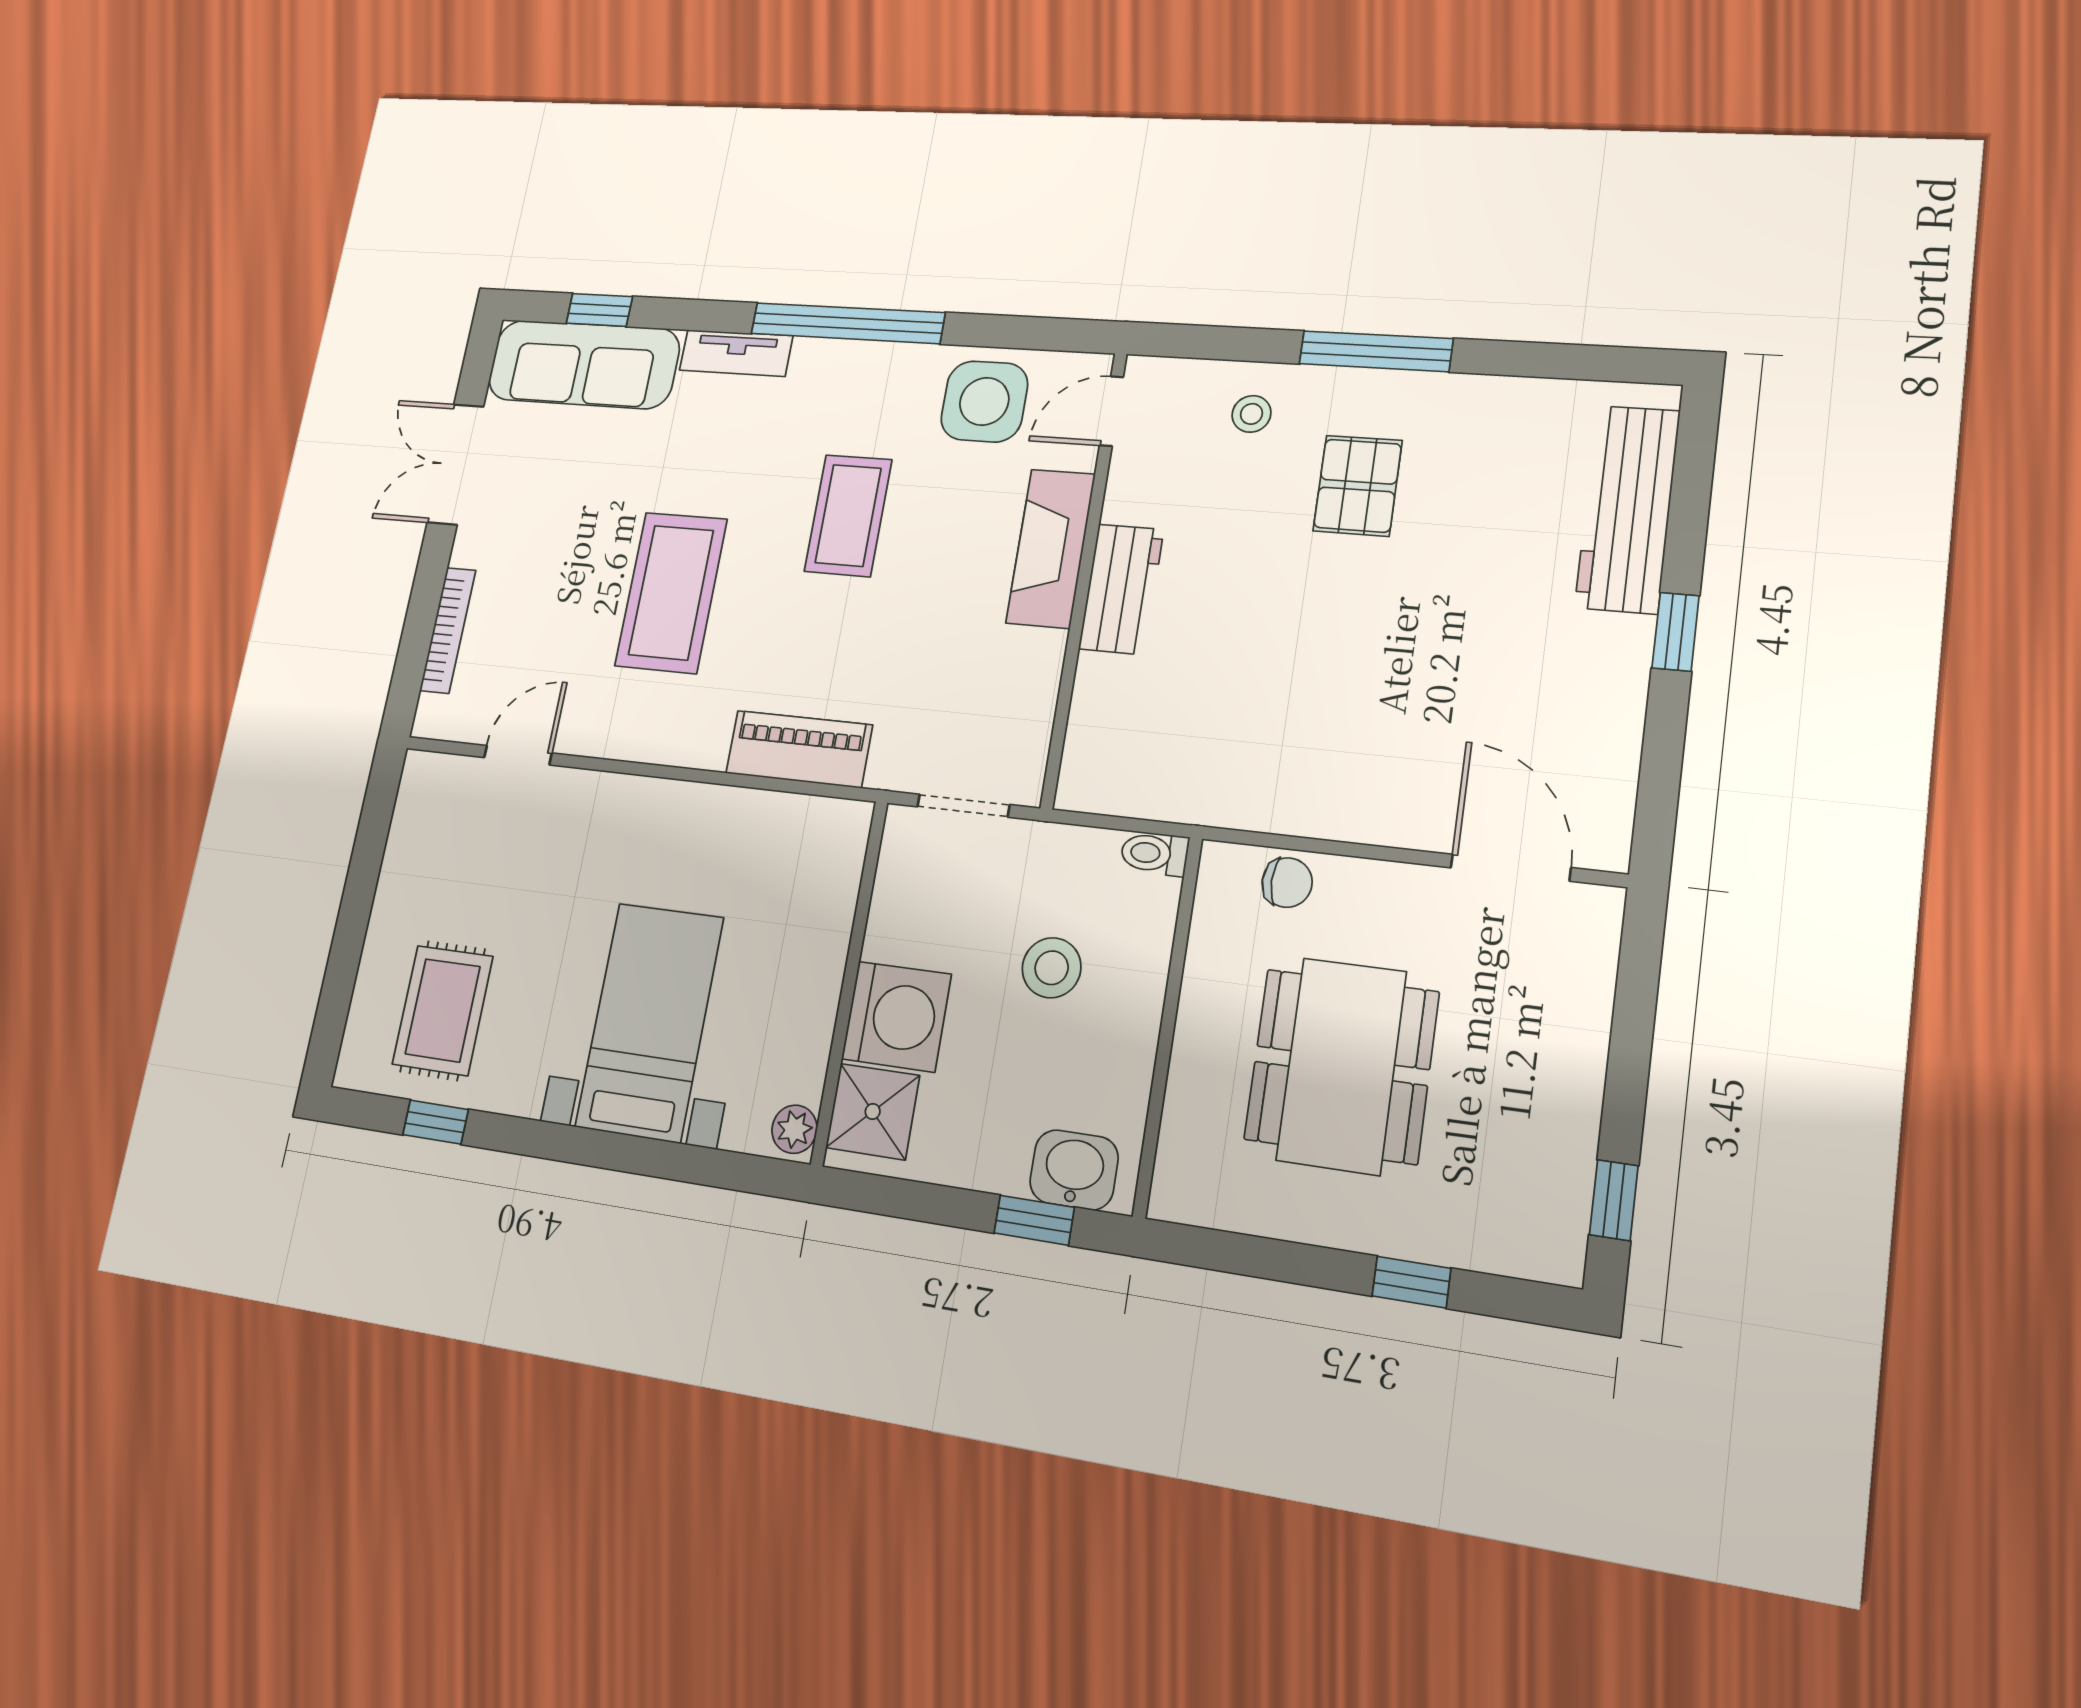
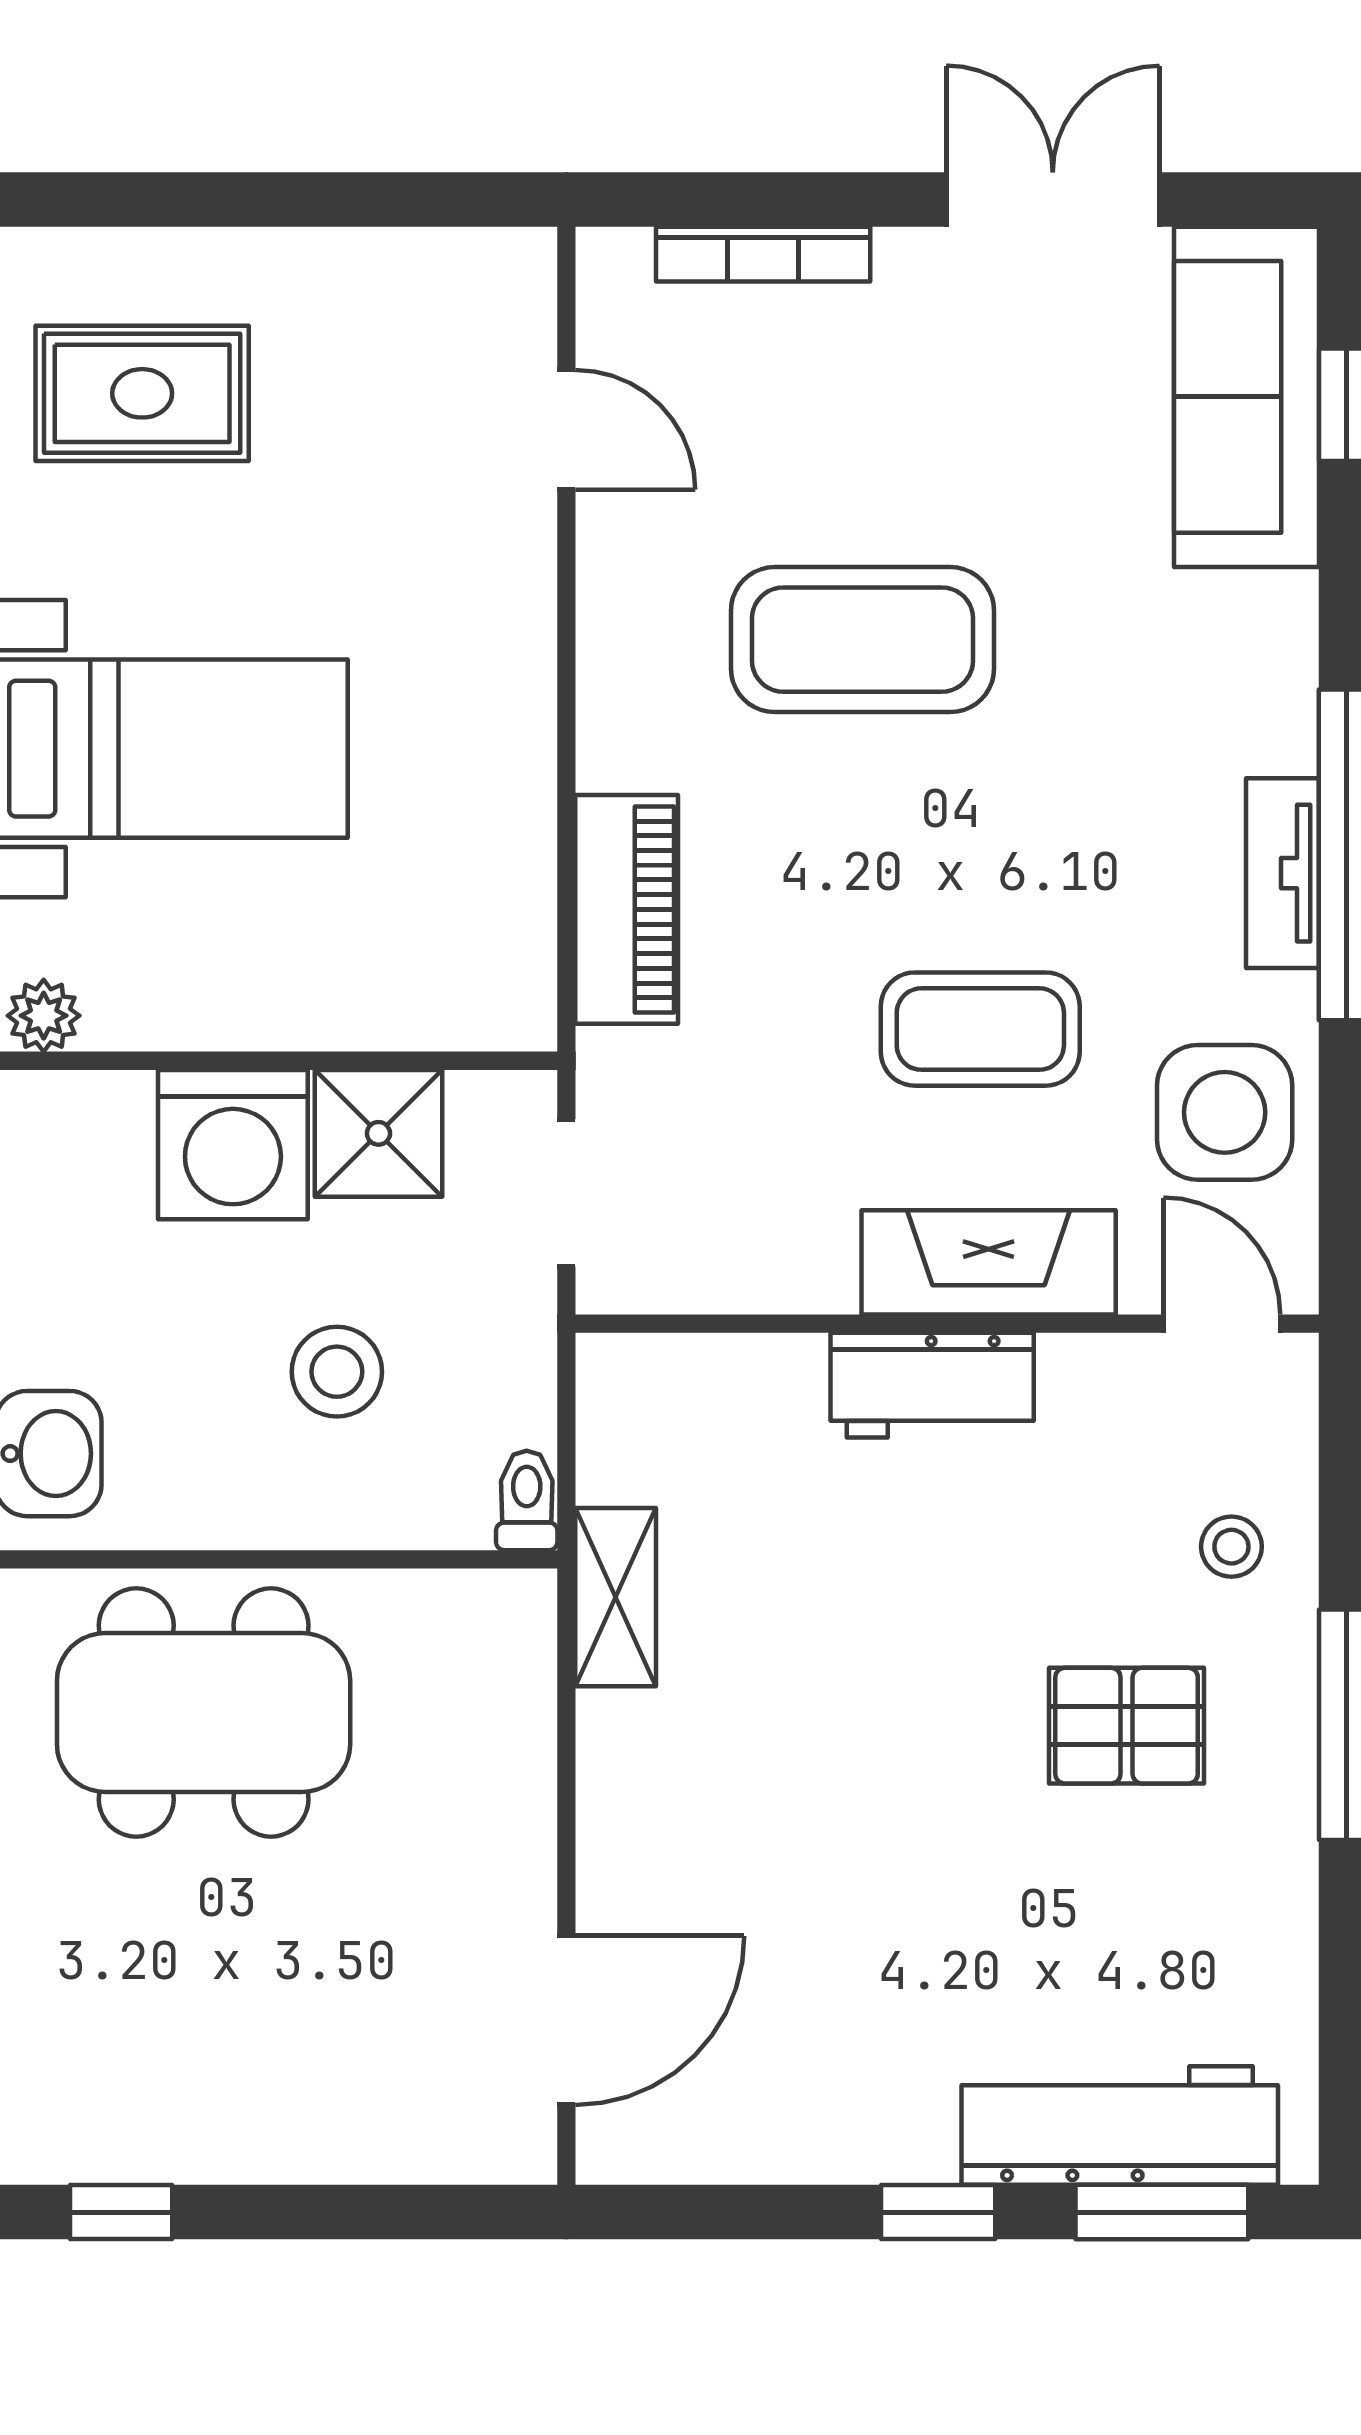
tv unit: (736, 353) -> (1283, 873), moved
window: (1691, 486) -> (1162, 2212), added
coffee table: (848, 515) -> (980, 1029), moved
shelving: (1226, 803) -> (616, 1597), added
chair: (1287, 883) -> (507, 1704), removed
dining table: (1341, 1066) -> (204, 1712), moved
shower: (873, 1111) -> (378, 1133), moved

